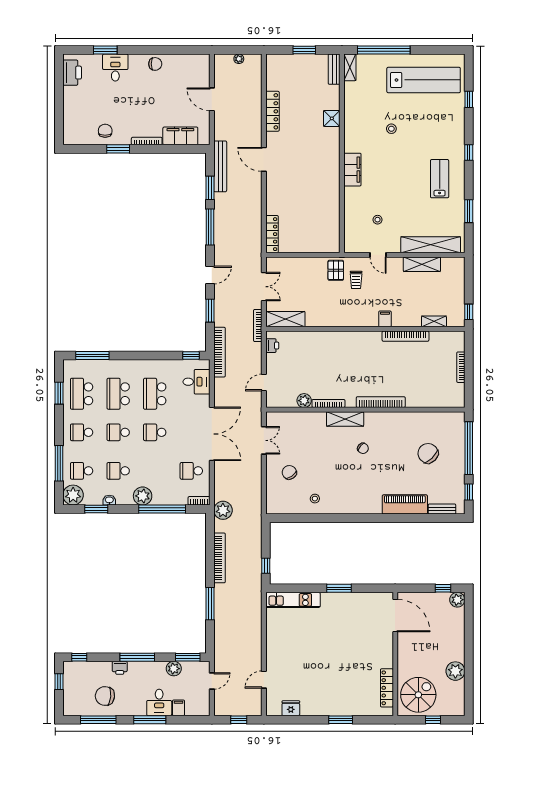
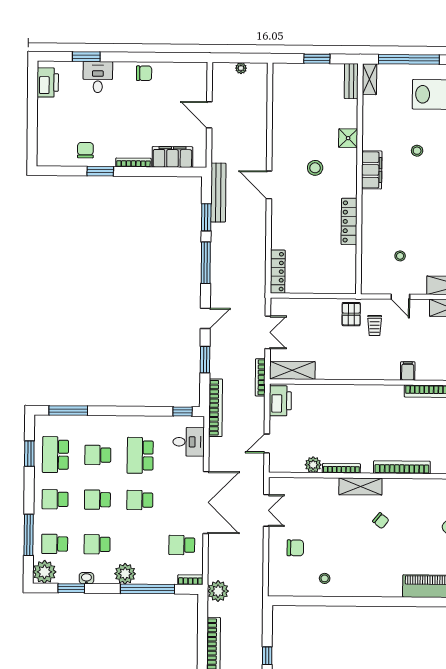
locker: (272, 111) -> (349, 221), moved, turned 180
stool: (304, 144) -> (315, 168), added
filing cabinet: (352, 170) -> (372, 170), moved
printer: (272, 346) -> (280, 401), width x1.87, depth x1.48
school desk: (118, 394) -> (98, 455), width x0.54
chair: (289, 472) -> (295, 548), turned 124

